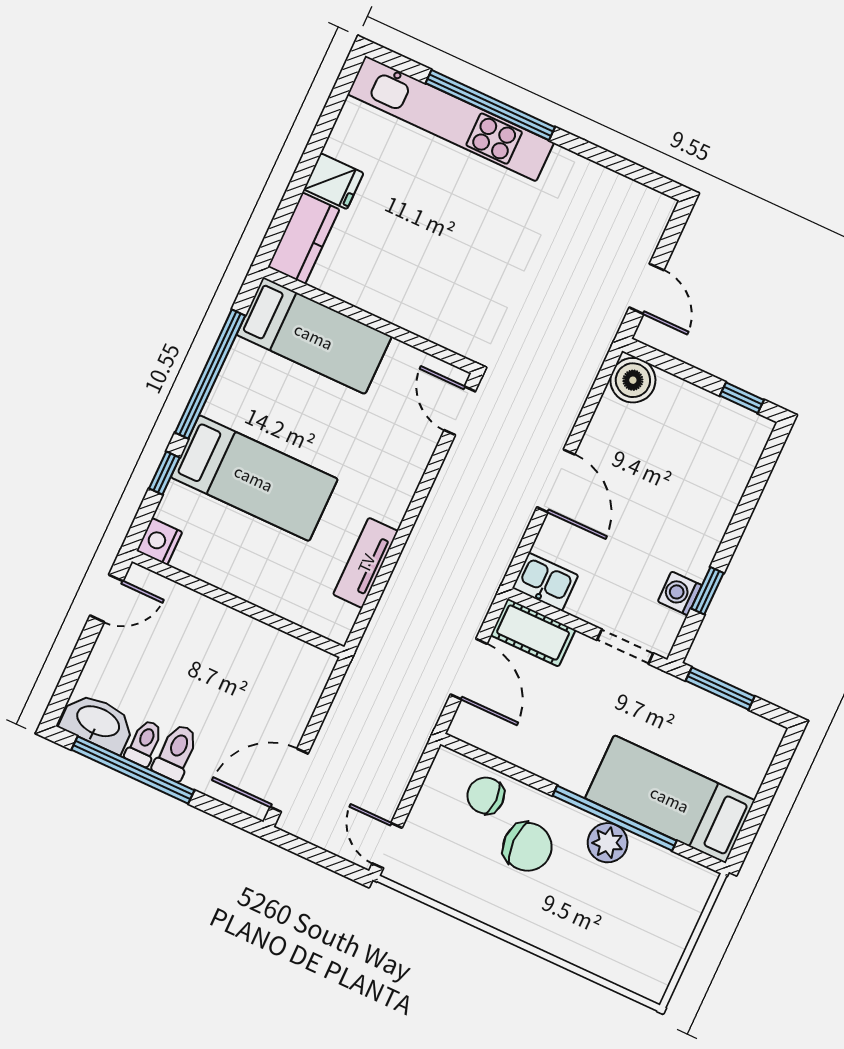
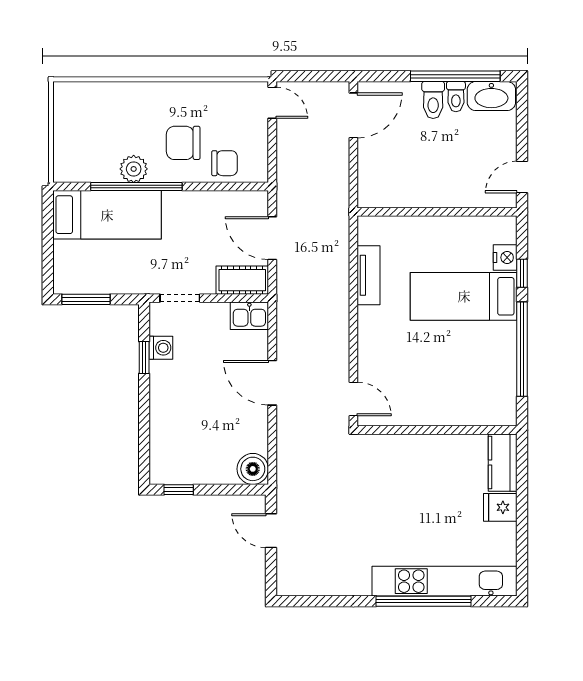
bed: (314, 336) -> (468, 404), removed
nightstand: (159, 541) -> (505, 258), moved
window: (720, 688) -> (86, 299), moved

